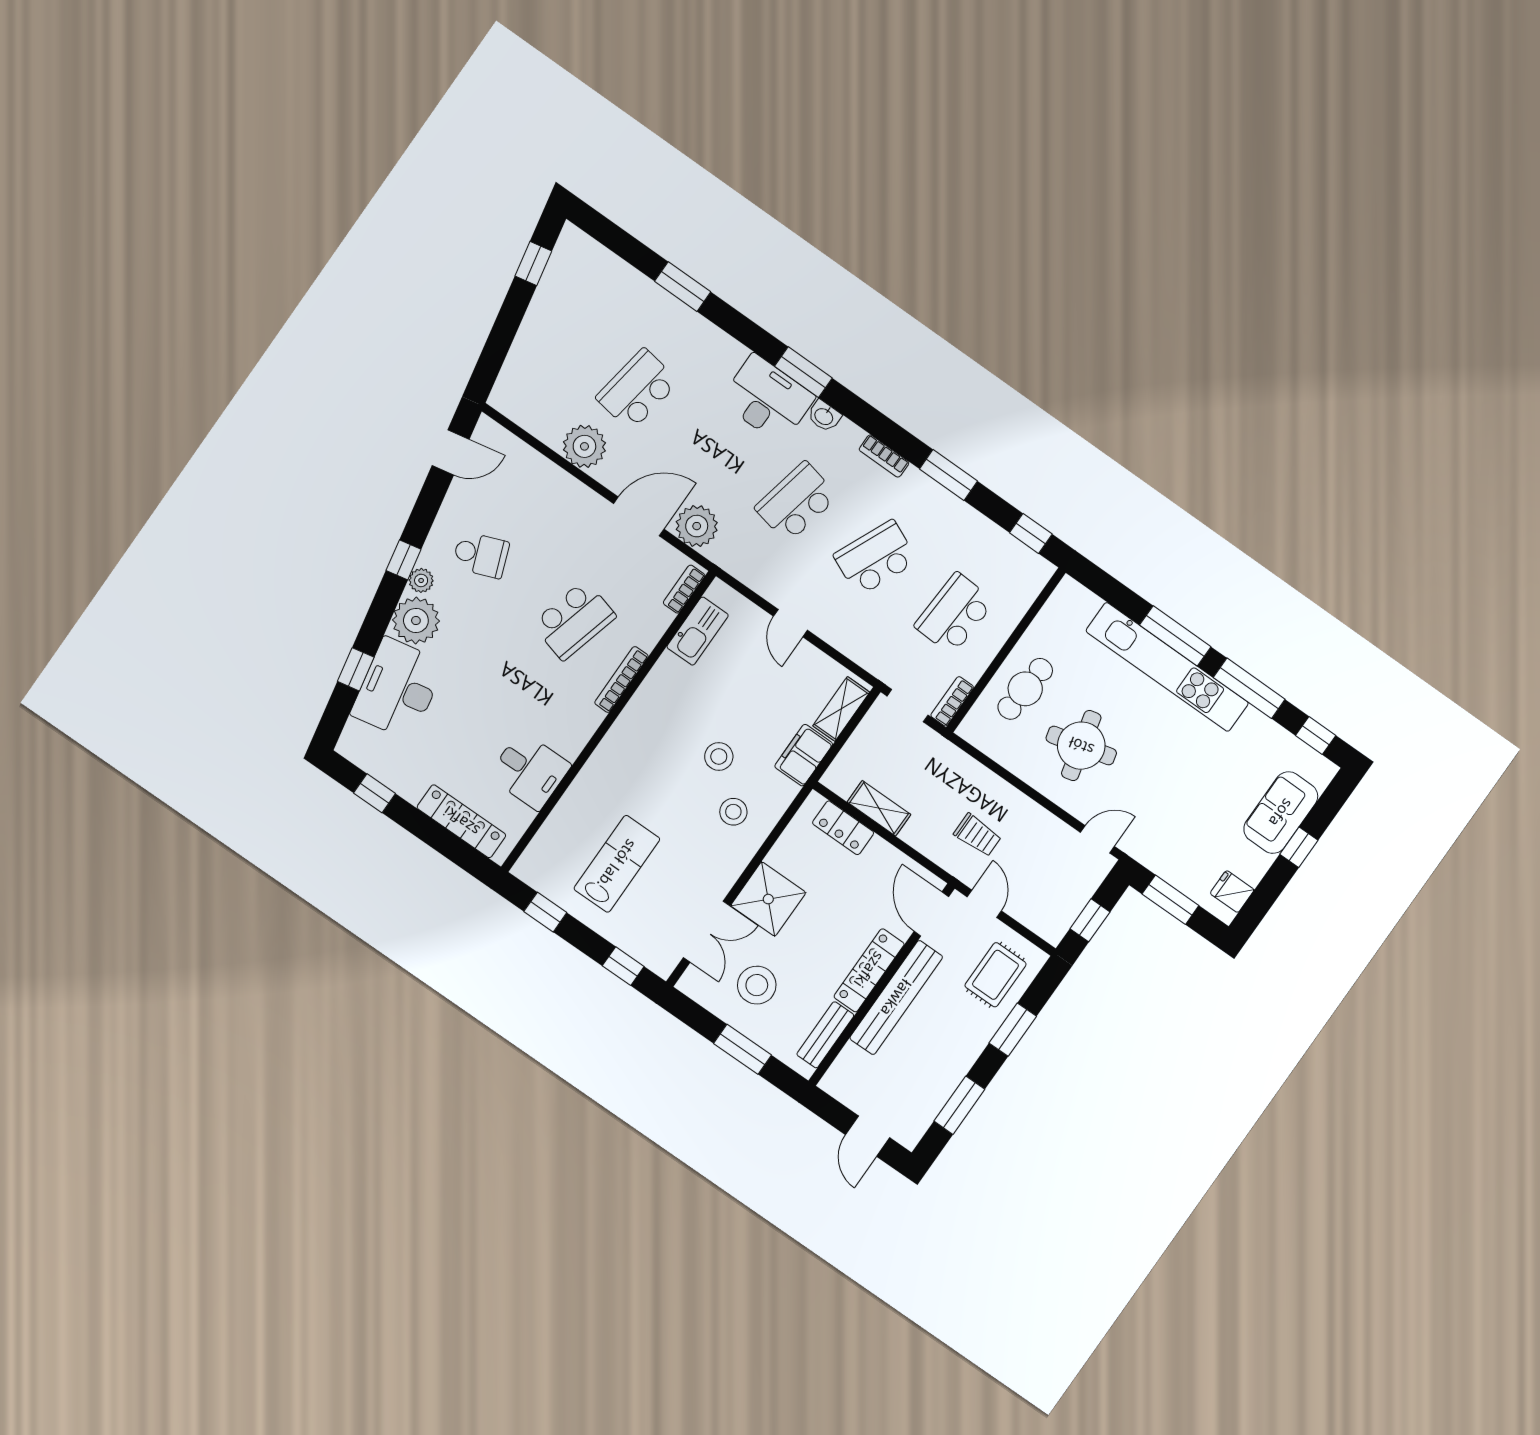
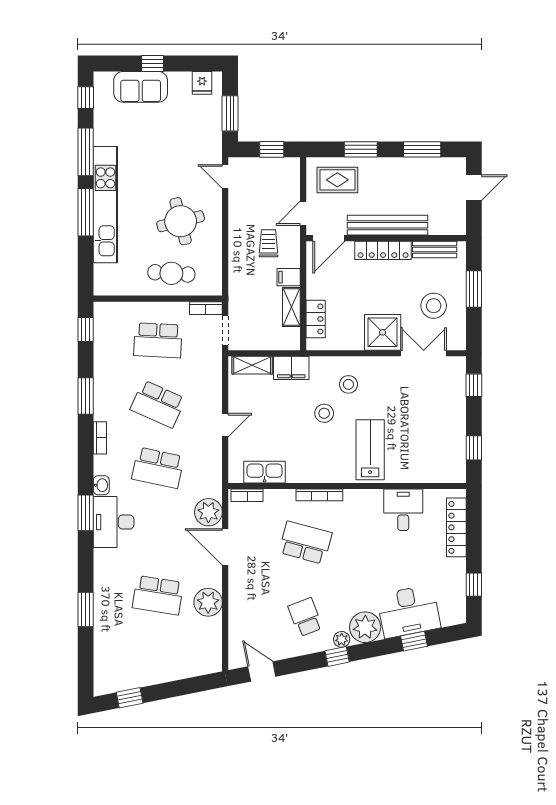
filing cabinet: (918, 831) -> (289, 277), added
lab bench: (617, 864) -> (370, 450), moved, turned 90

